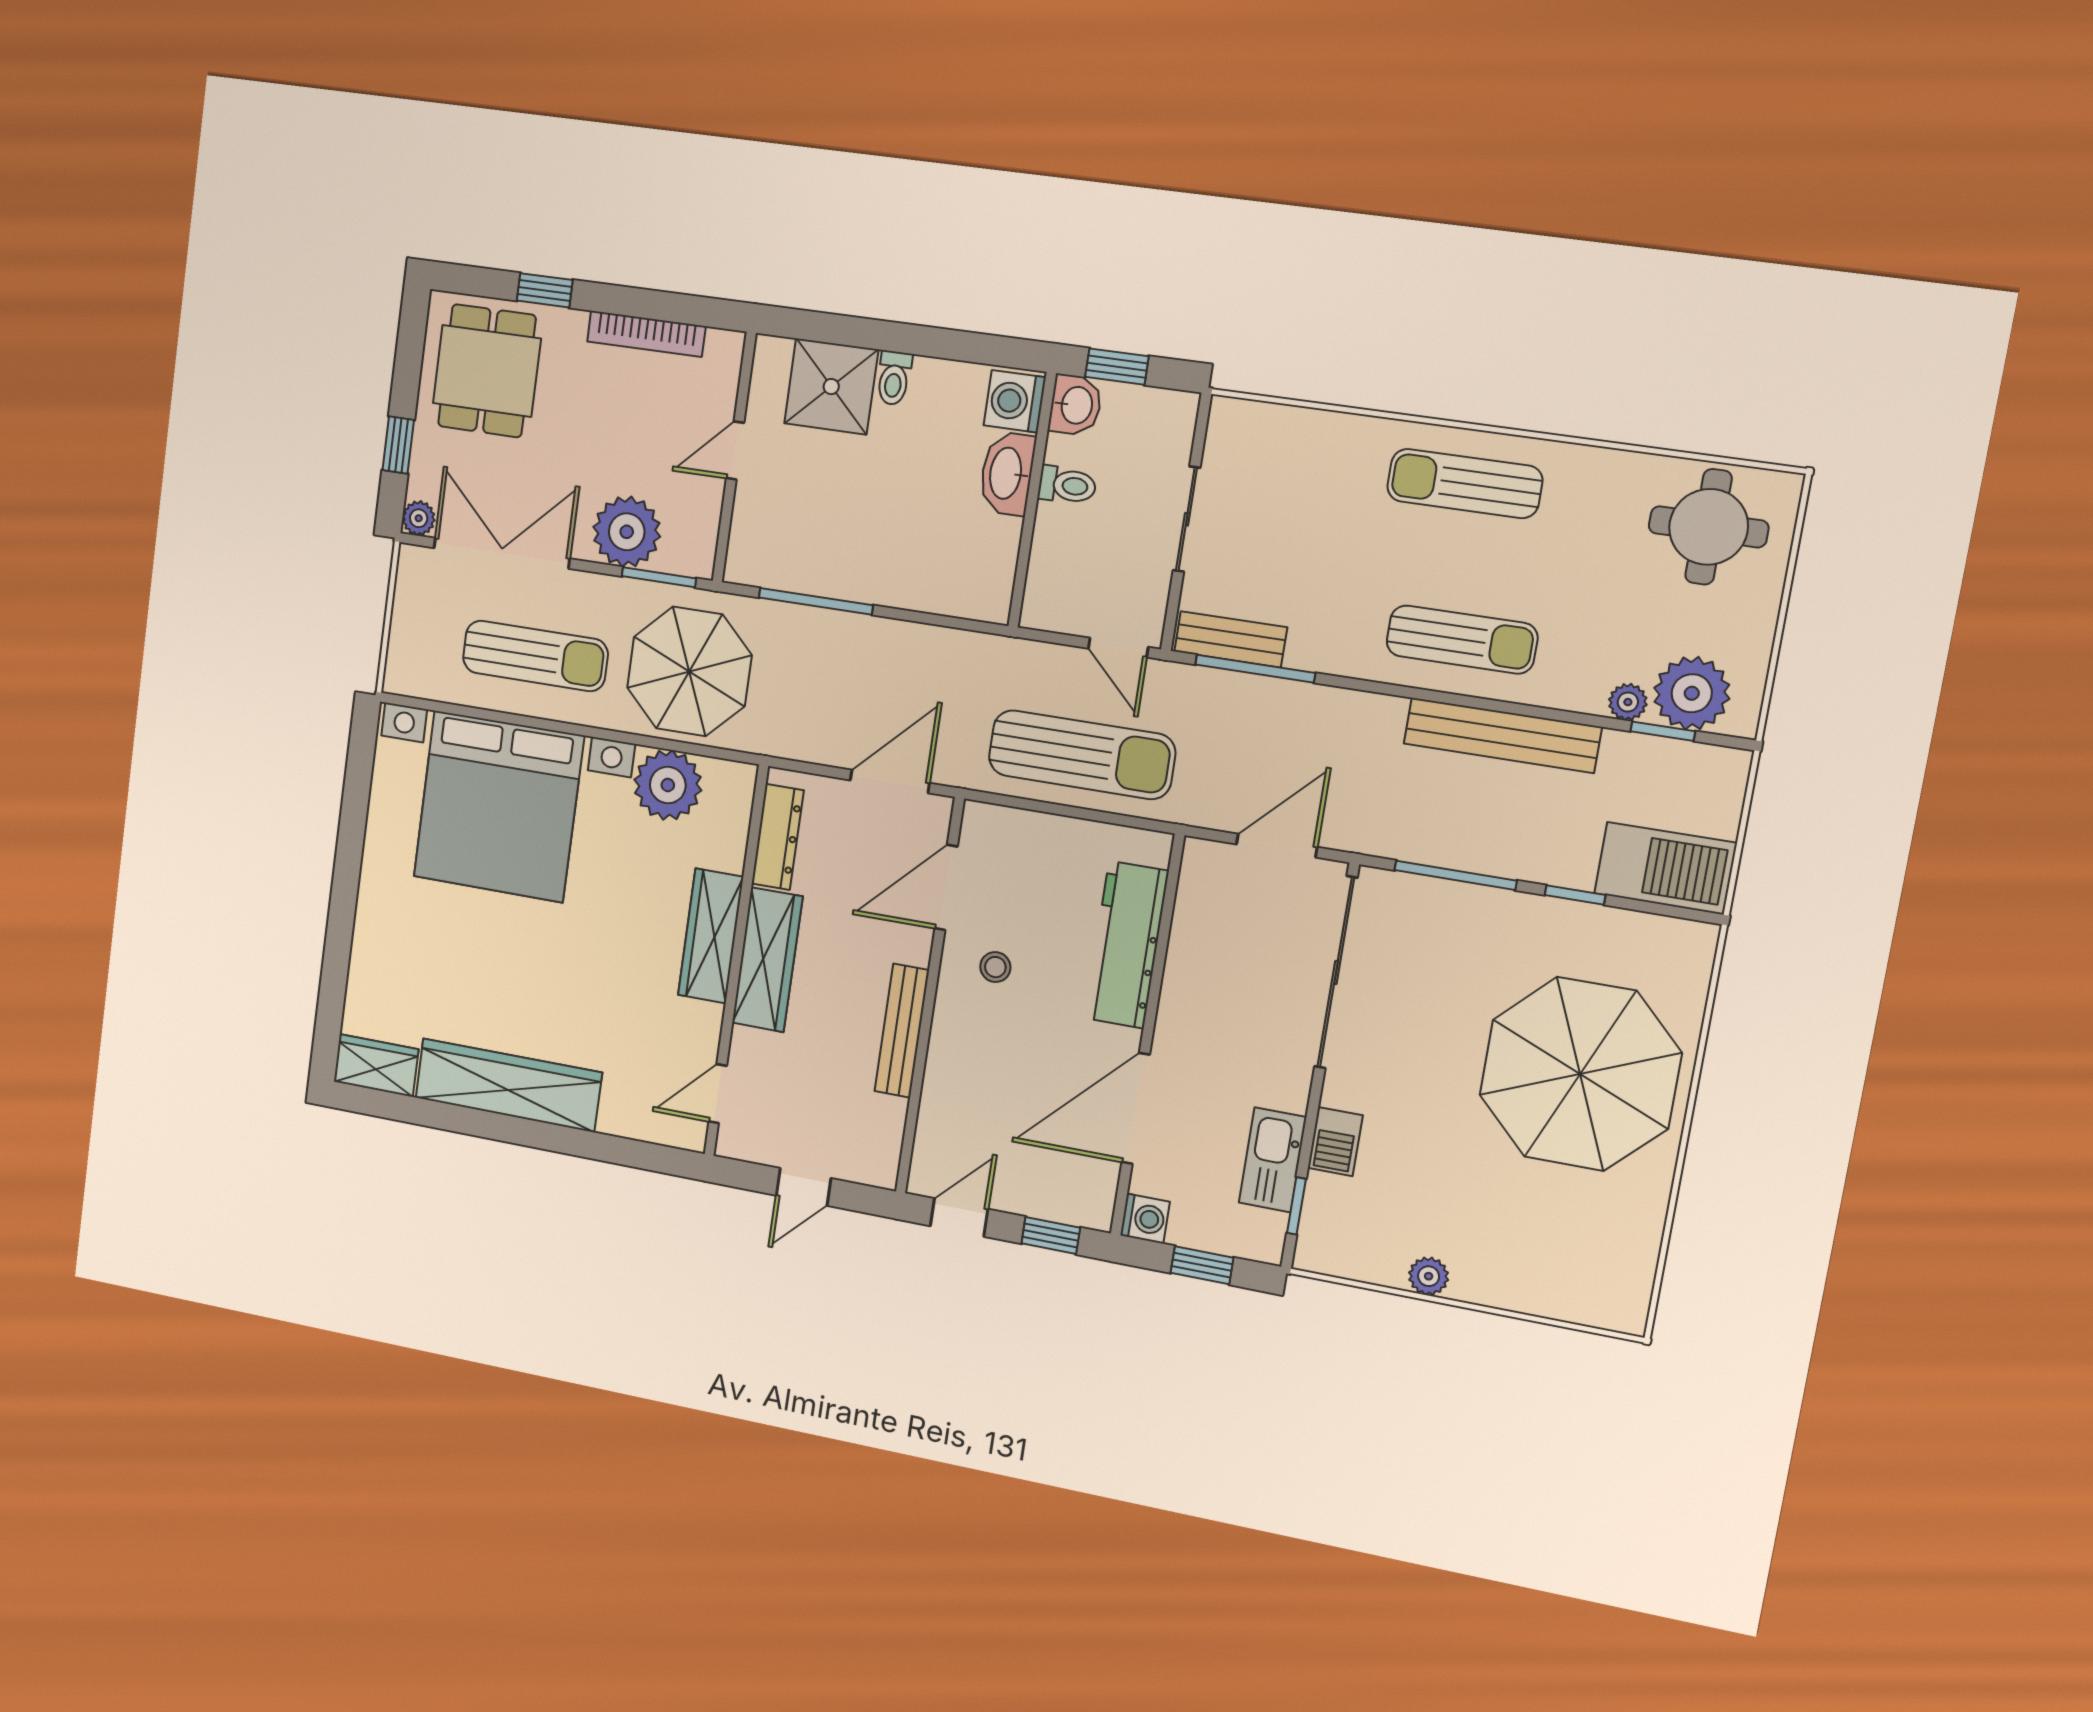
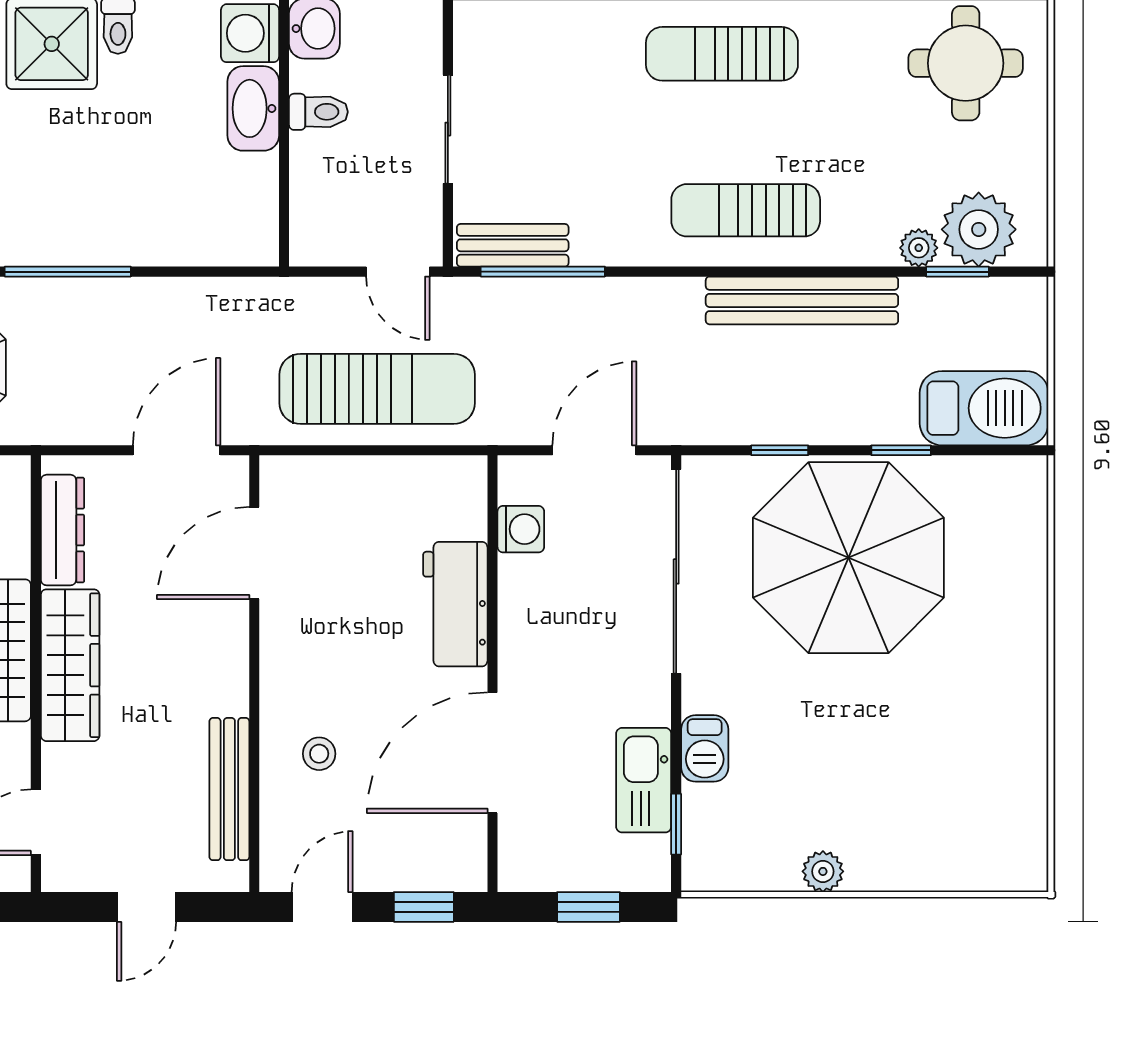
sun lounger: (1462, 640) -> (746, 210), turned 180
window: (1455, 875) -> (780, 450), width x0.46
workbench: (1126, 945) -> (455, 604), width x0.73
stool: (995, 967) -> (319, 754), moved
bench: (902, 1031) -> (229, 789), moved
parasol: (1580, 1074) -> (848, 558), moved
washing machine: (1145, 1219) -> (521, 529), moved

